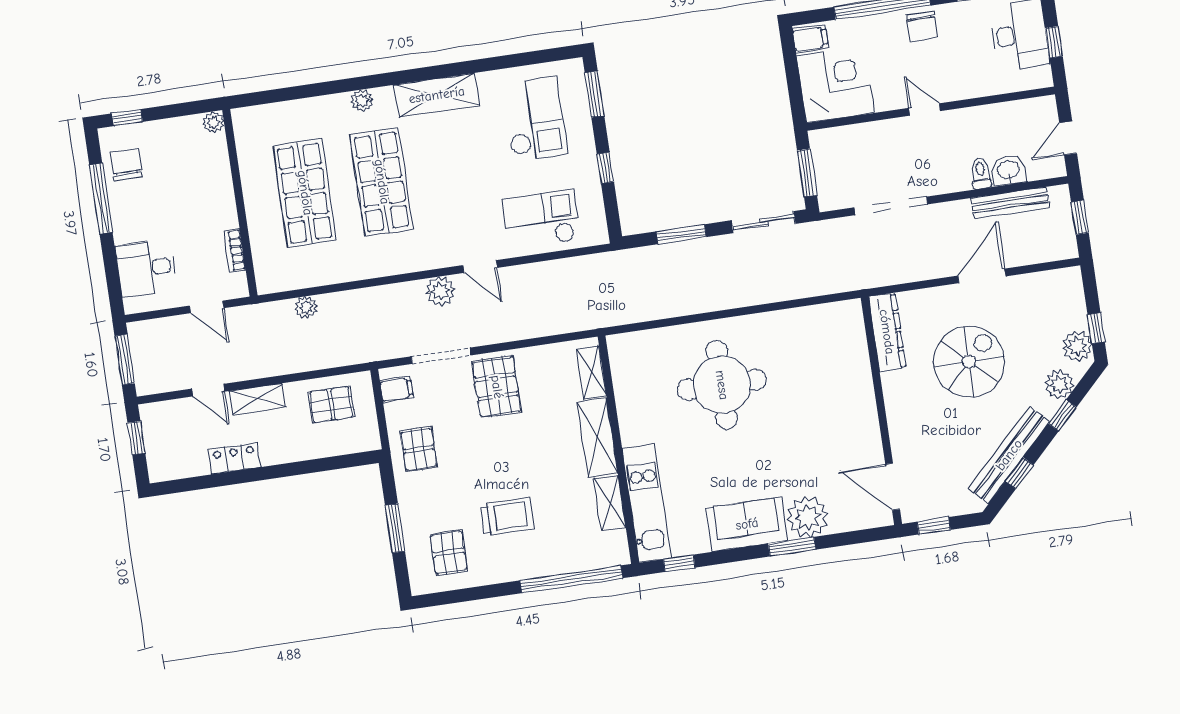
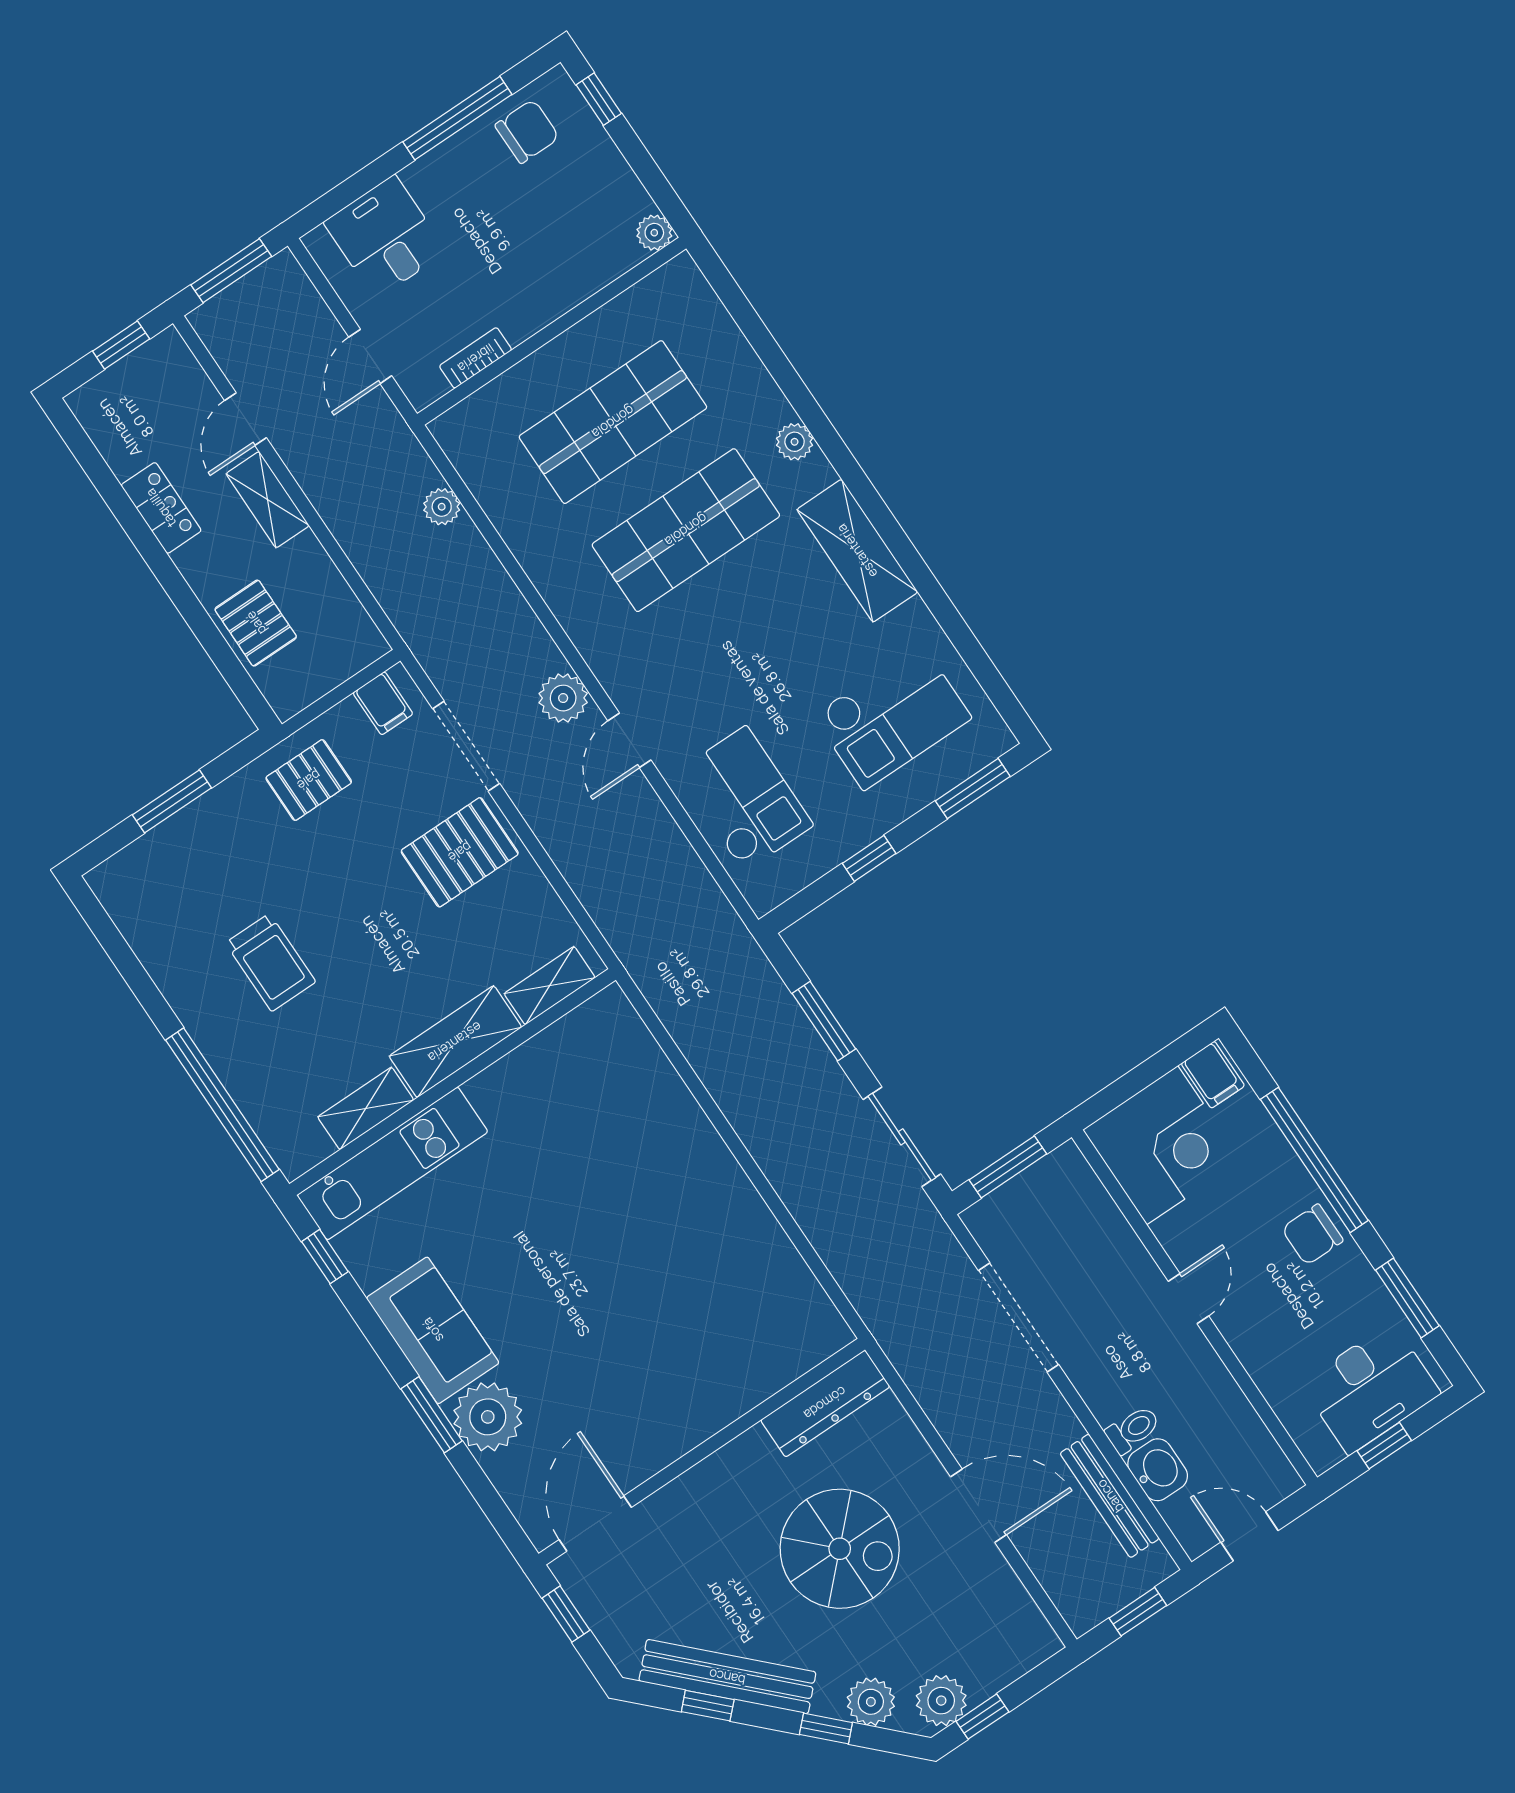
round table: (722, 385) -> (626, 1192), removed
pallet: (331, 405) -> (256, 623), moved
pallet: (449, 553) -> (174, 900), removed

